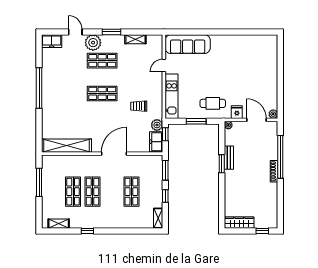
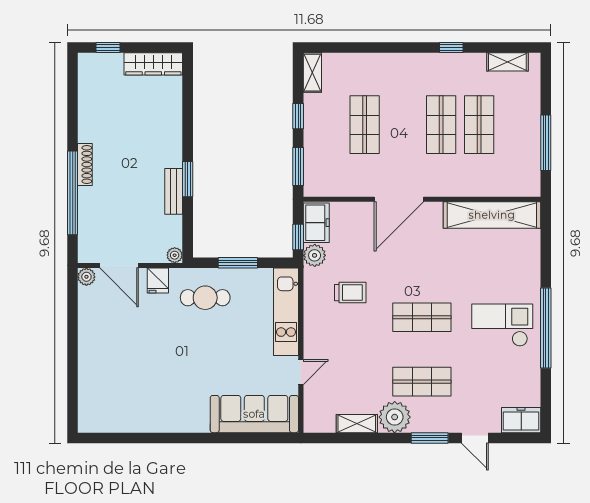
window: (112, 32) -> (430, 438), moved
plant: (93, 43) -> (395, 417), moved
checkout: (61, 89) -> (502, 325), added

